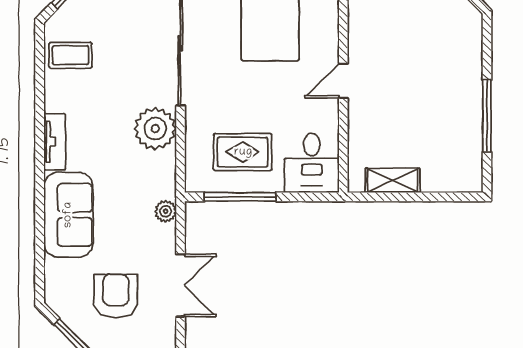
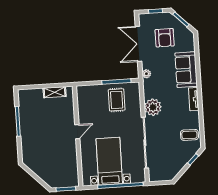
rug: (243, 152) -> (117, 100), turned 90
desk: (312, 163) -> (88, 97), removed
double door: (180, 285) -> (138, 44), width x1.37

